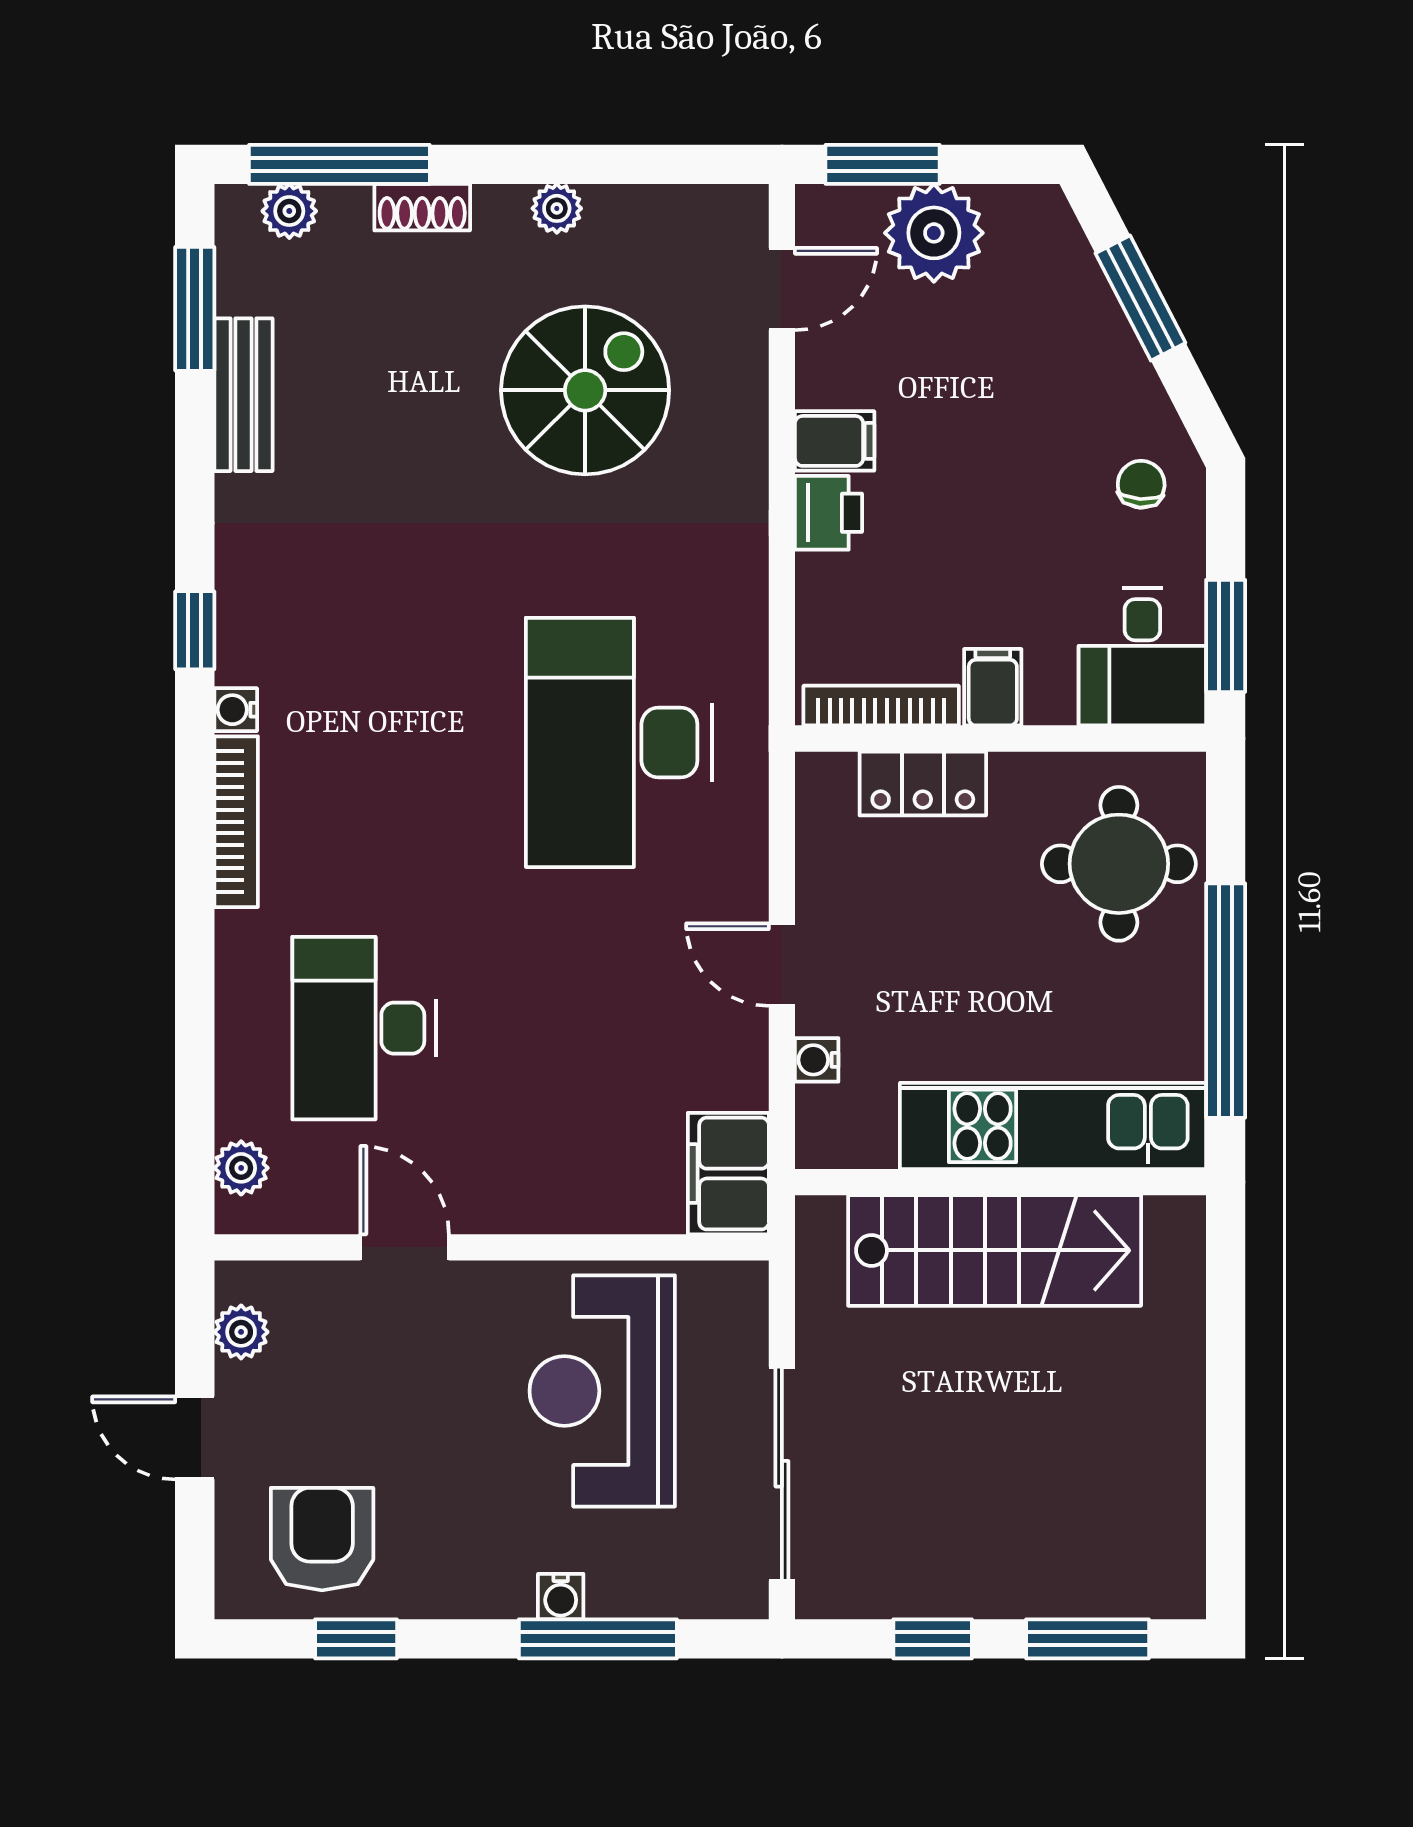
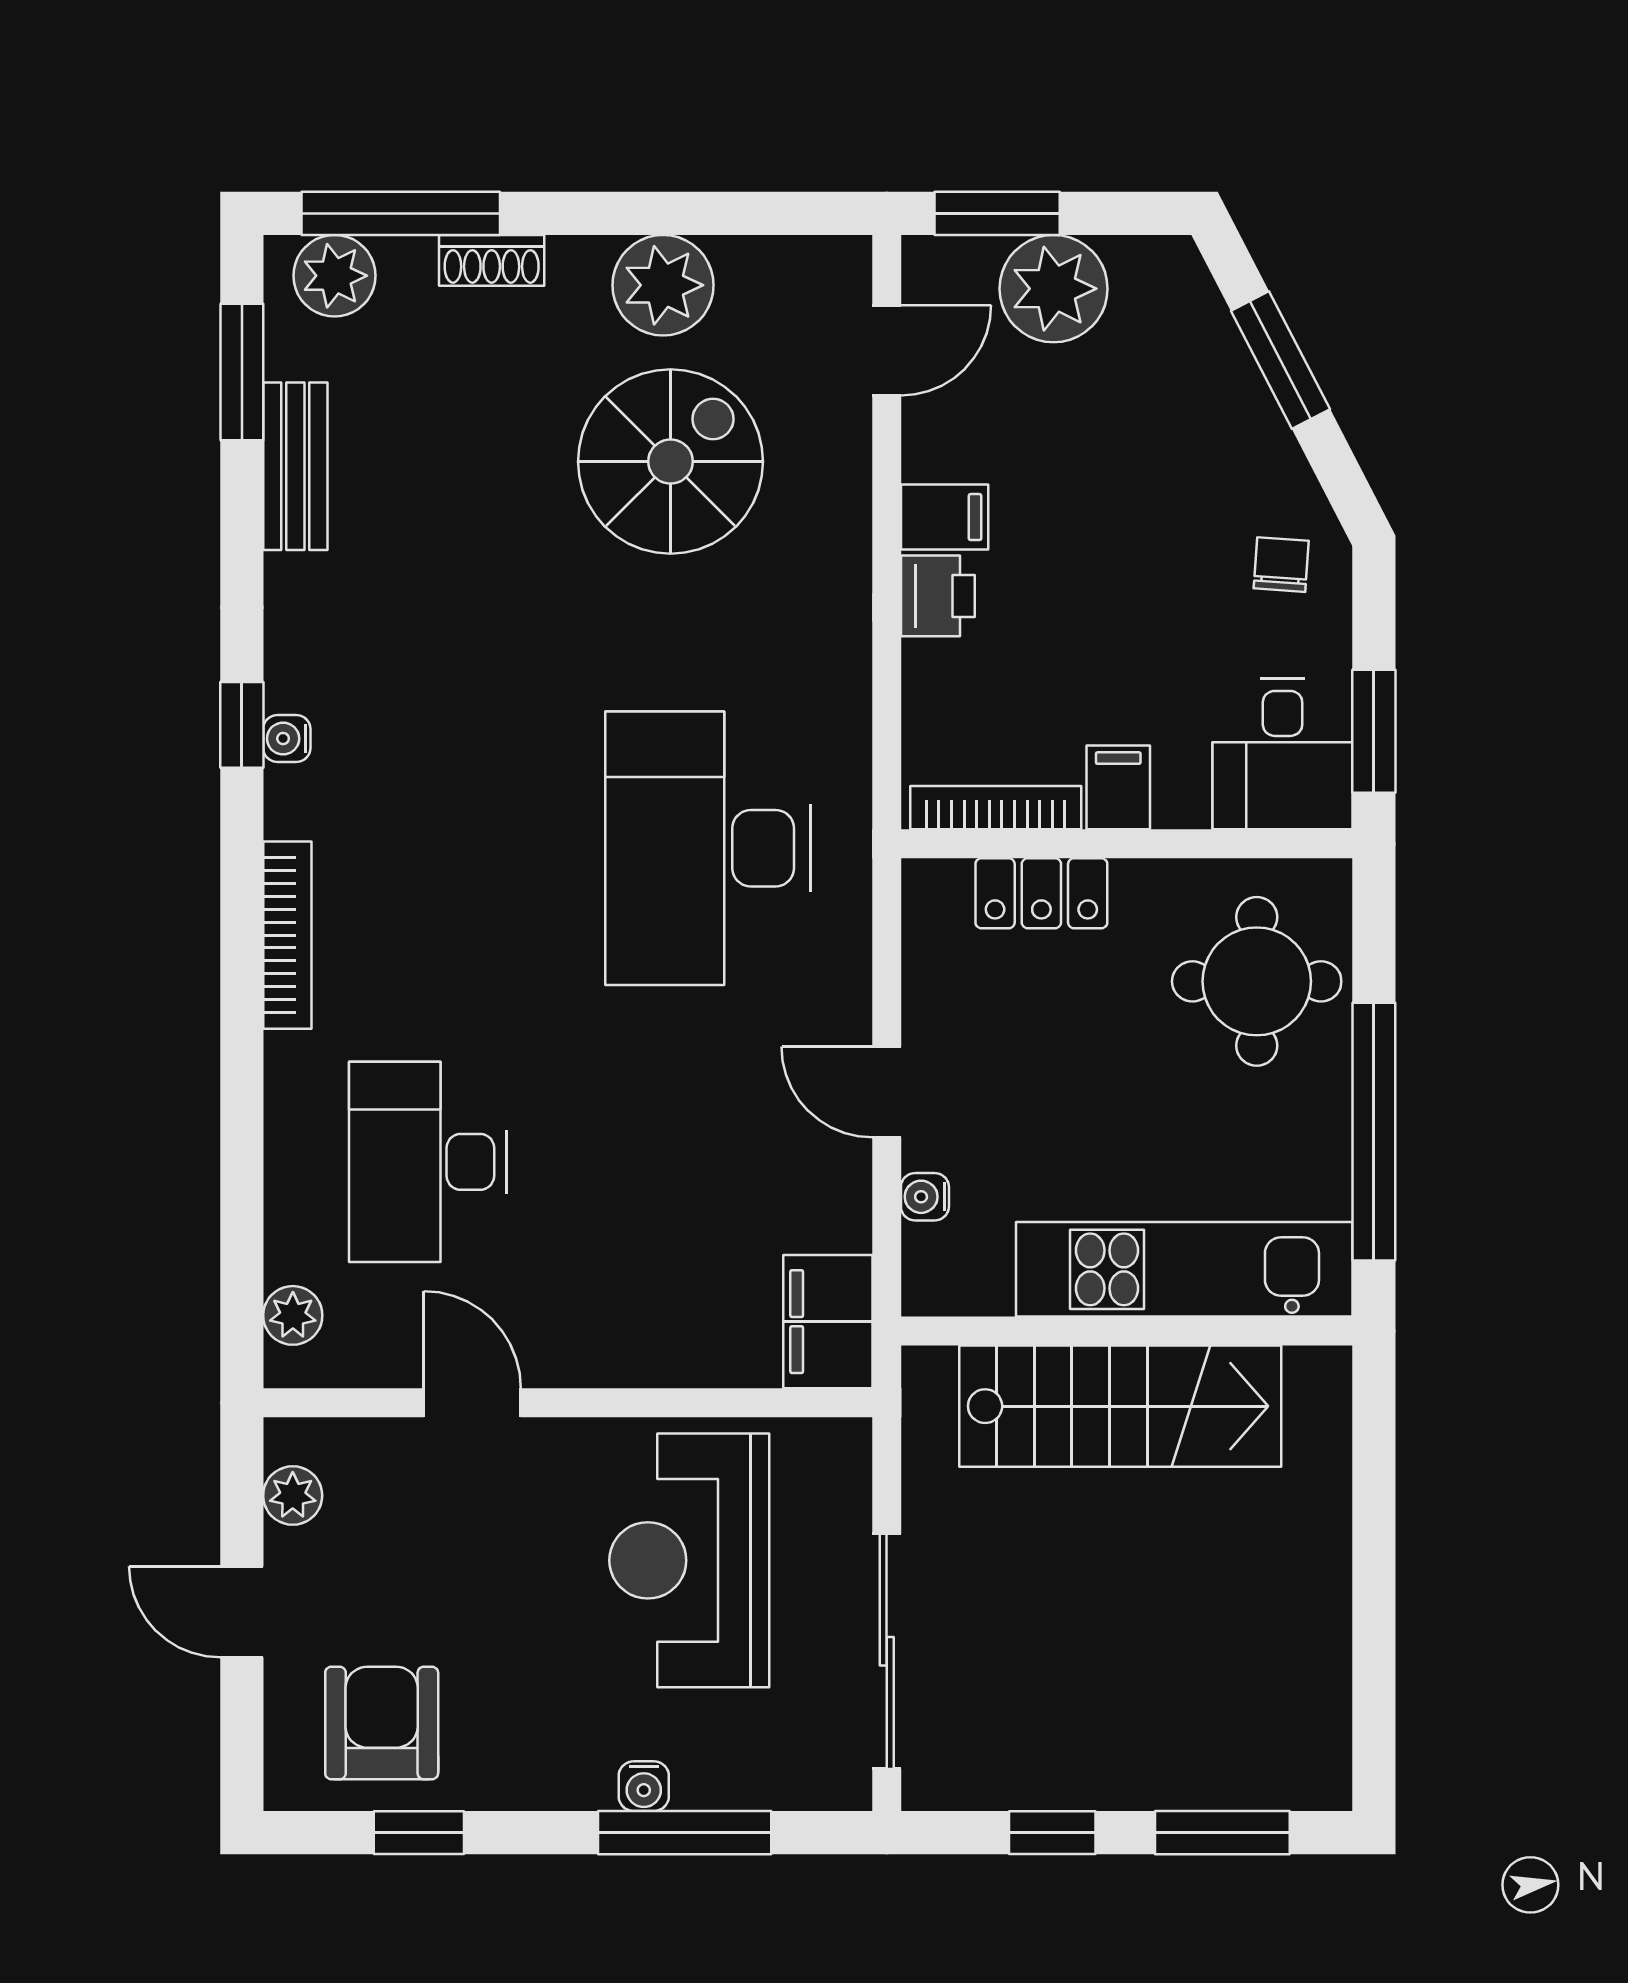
plant: (557, 208) -> (663, 285), width x1.87, depth x1.87
plant: (289, 211) -> (334, 276), width x1.38, depth x1.38
water cooler: (236, 710) -> (287, 739), moved

